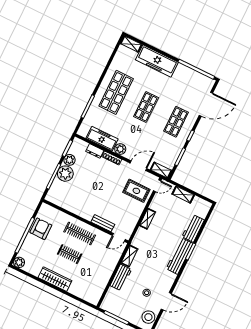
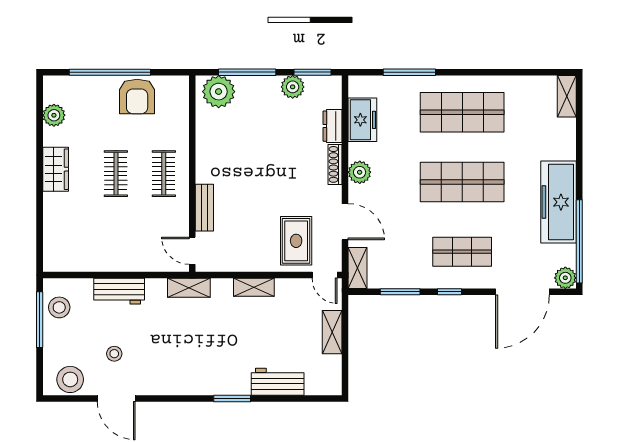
freezer: (157, 61) -> (558, 202), moved
plant: (209, 83) -> (565, 278), added
door: (206, 104) -> (522, 292), hinge flipped
shop shelf: (146, 107) -> (462, 182), width x1.43, depth x1.36
freezer: (102, 139) -> (362, 120), width x0.71
plant: (65, 174) -> (219, 92), moved
armchair: (41, 229) -> (137, 97), turned 90
clothes rail: (80, 233) -> (164, 174), width x0.73
shelving: (129, 256) -> (189, 288), moved
workbench: (180, 256) -> (213, 382), removed
plant: (19, 262) -> (54, 115), moved
wardrobe: (55, 279) -> (56, 169), width x0.67
stool: (115, 307) -> (59, 307), added

